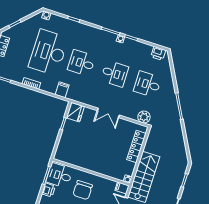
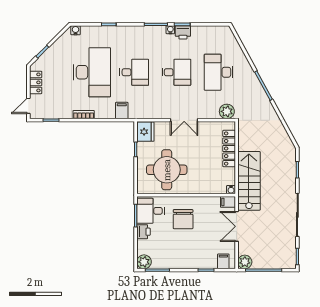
desk: (49, 52) -> (92, 72), turned 180
printer: (158, 53) -> (183, 32), moved
desk: (82, 63) -> (134, 72), turned 180
desk: (148, 84) -> (219, 72), width x1.37
round table: (82, 147) -> (167, 170), added

